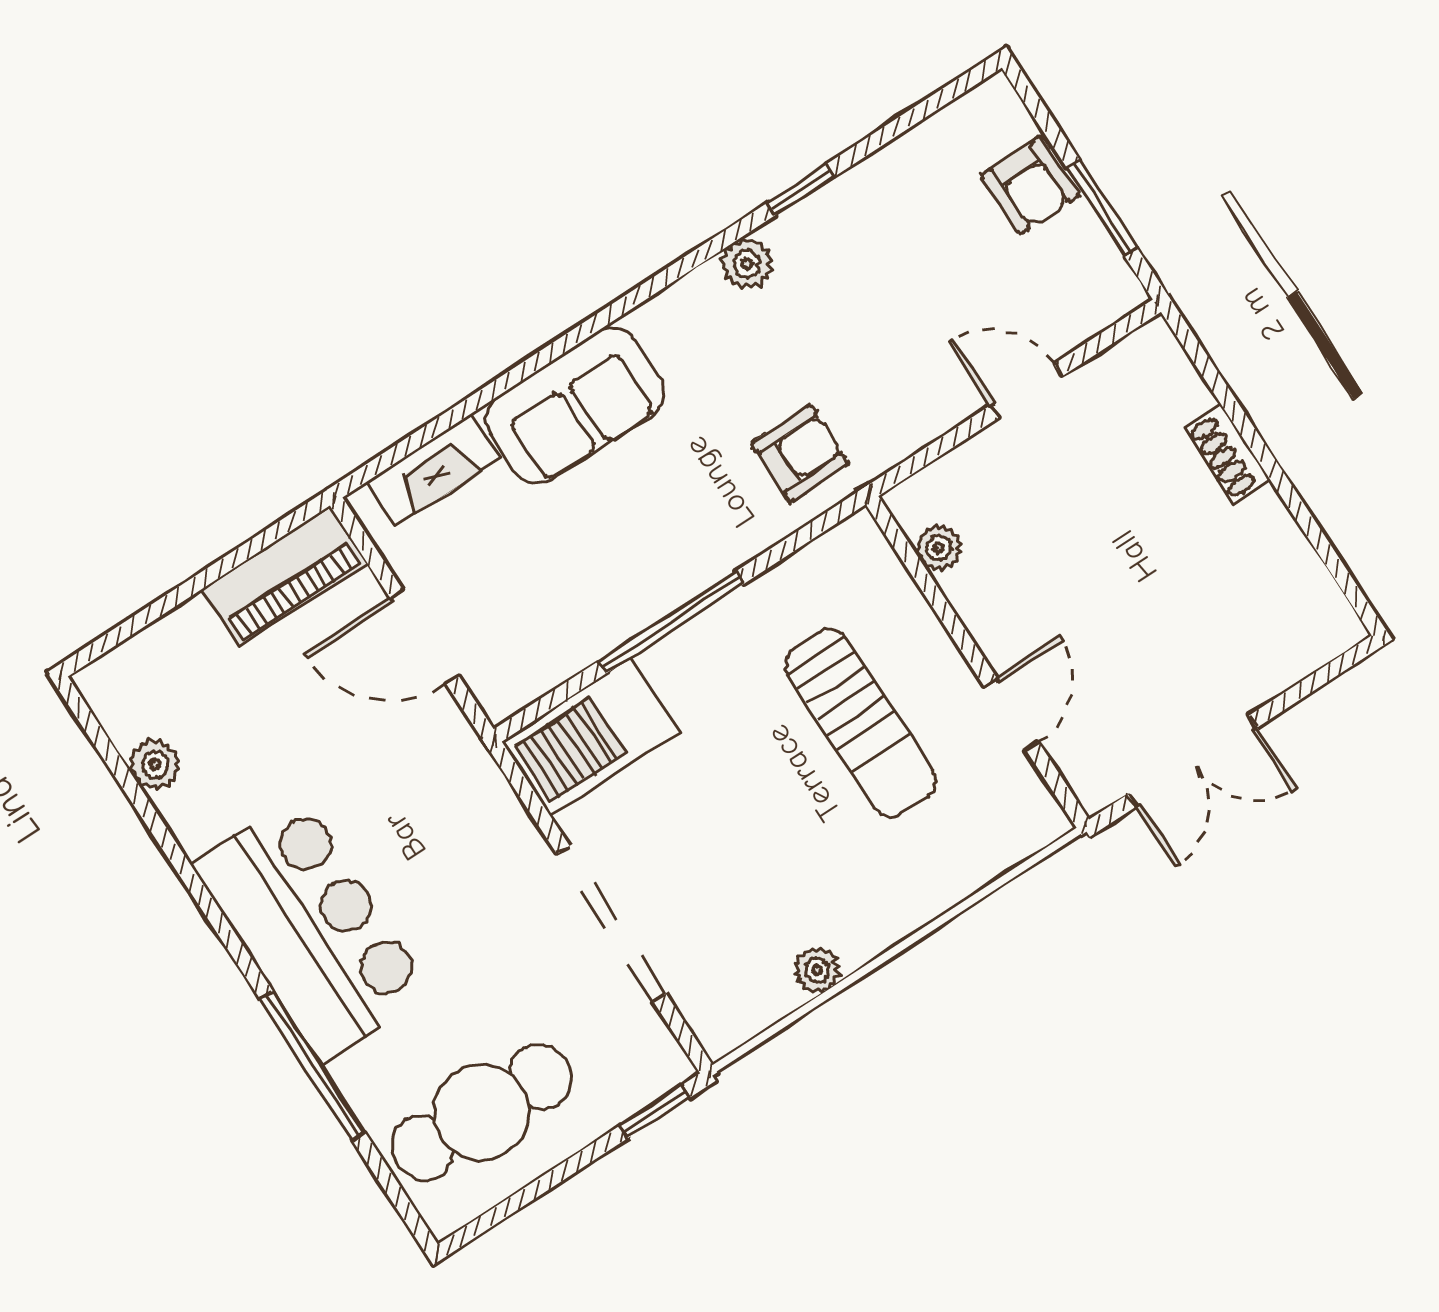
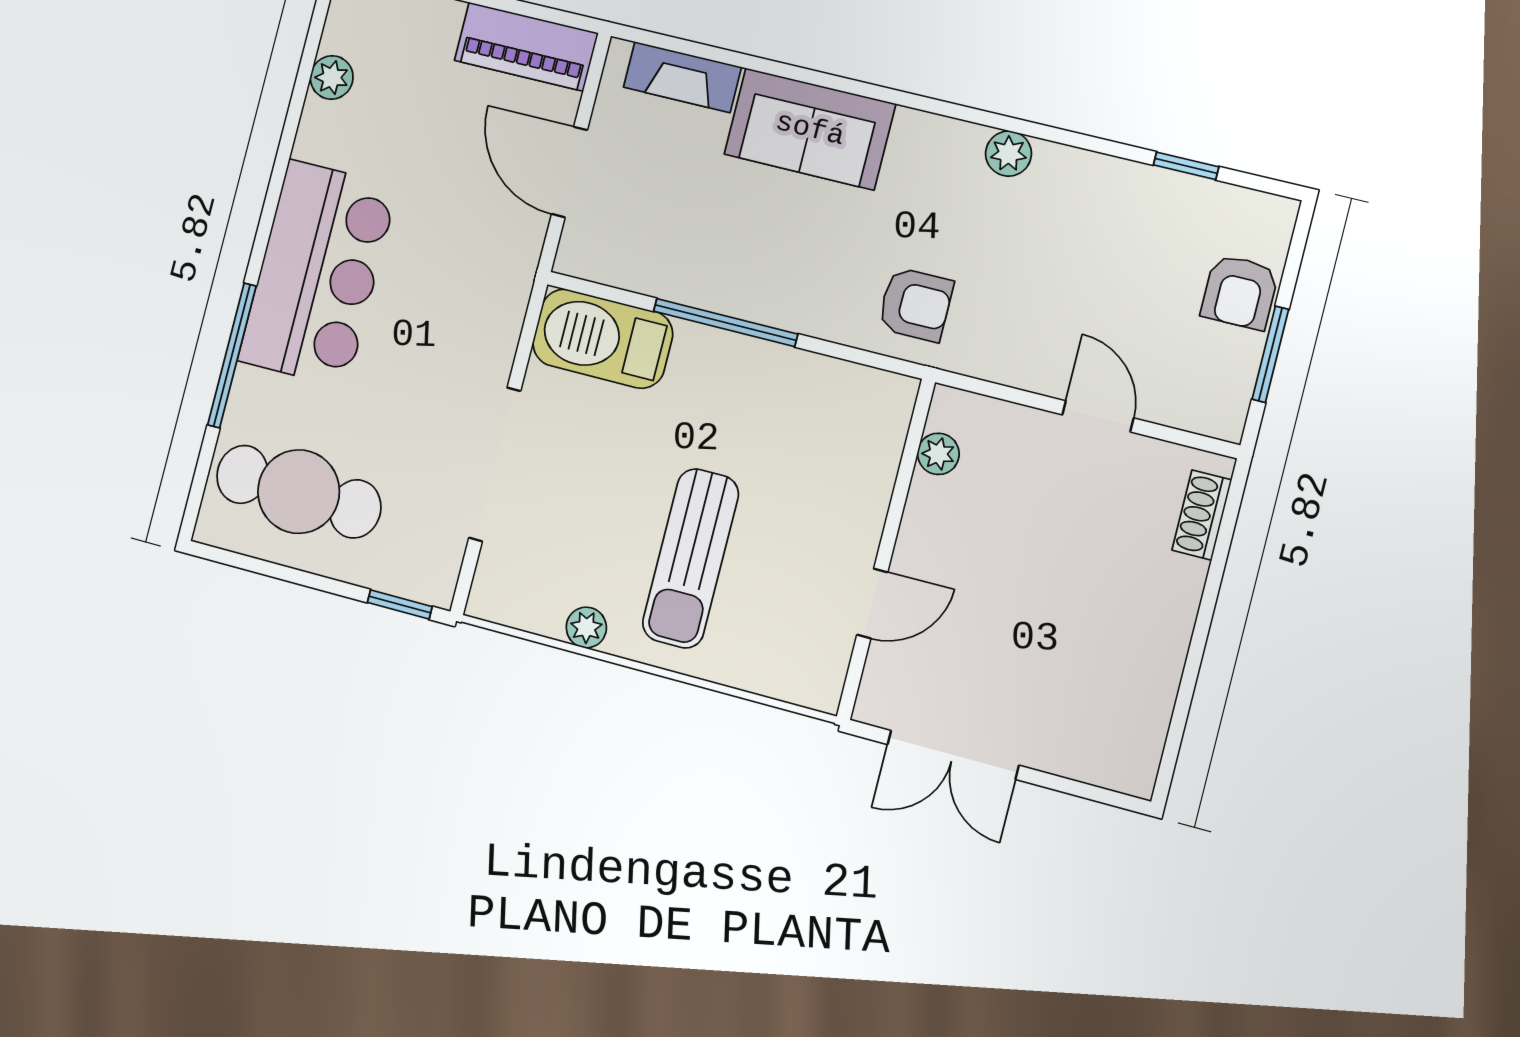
window: (801, 190) -> (1186, 166), moved
shoe rack: (1228, 454) -> (1202, 515), moved
sun lounger: (860, 723) -> (691, 558), moved

